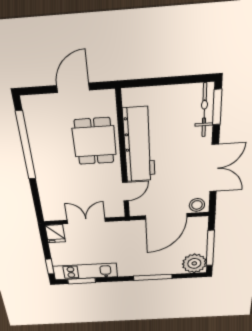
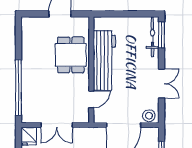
window: (26, 146) -> (18, 88), moved
double door: (214, 168) -> (162, 84), width x0.73
double door: (86, 221) -> (57, 125), swing flipped

